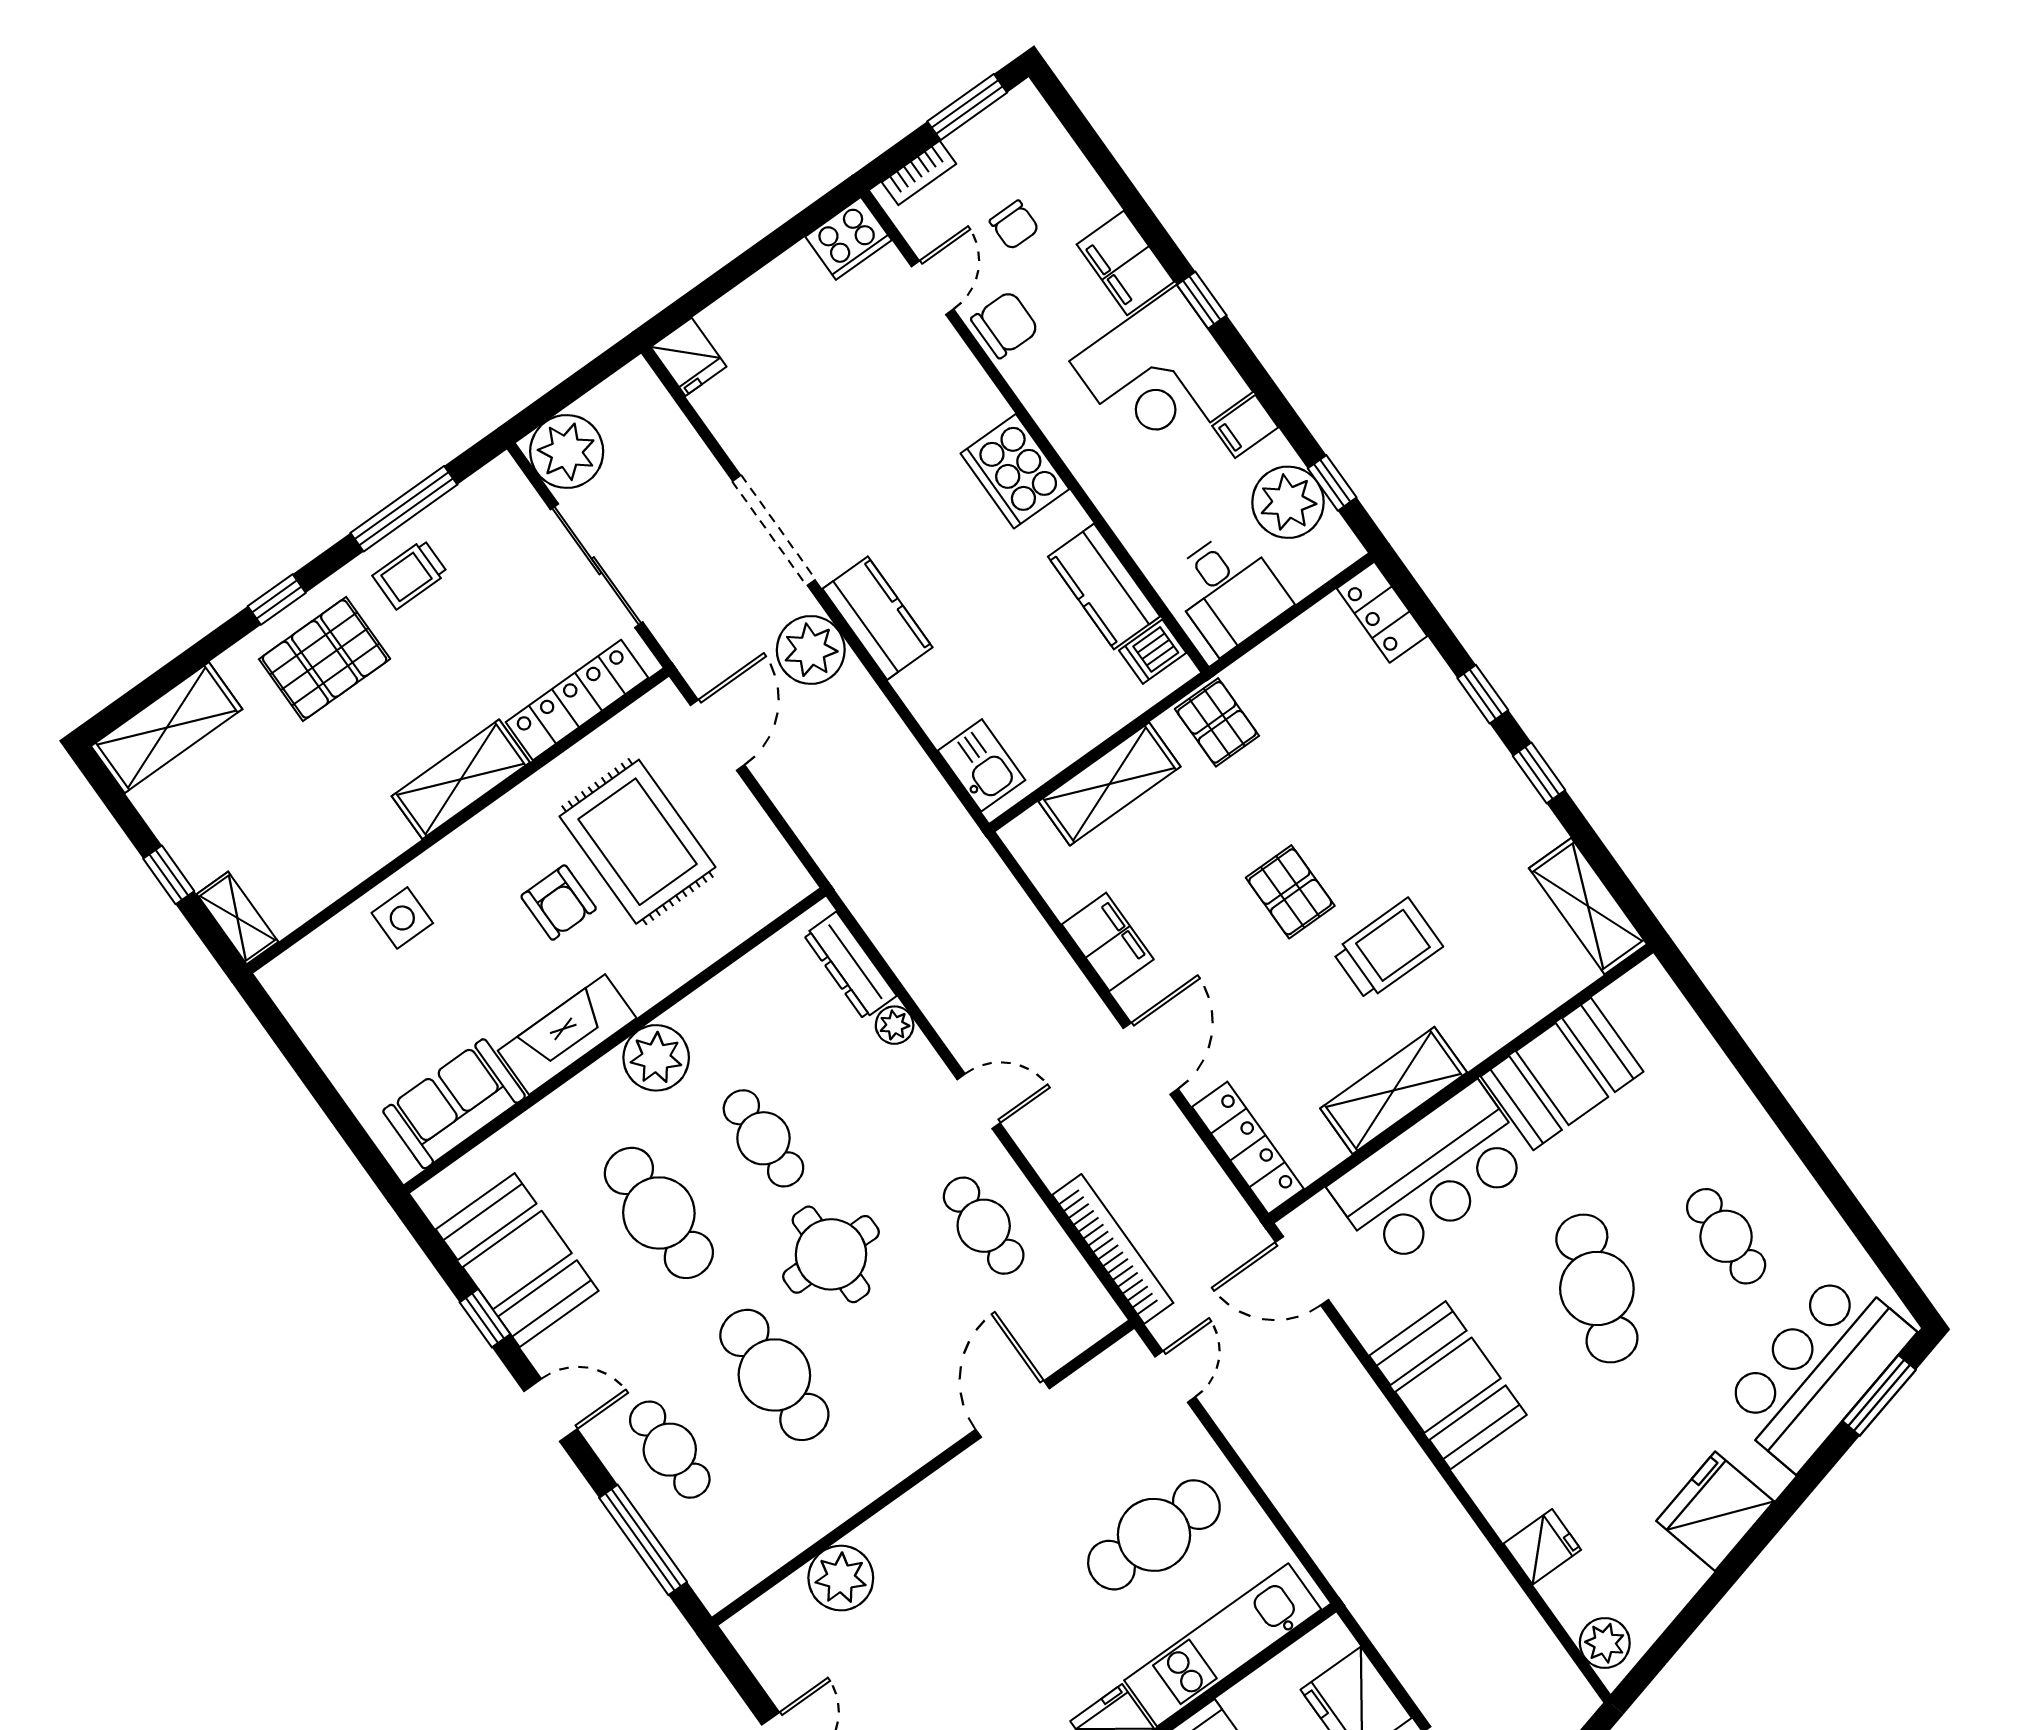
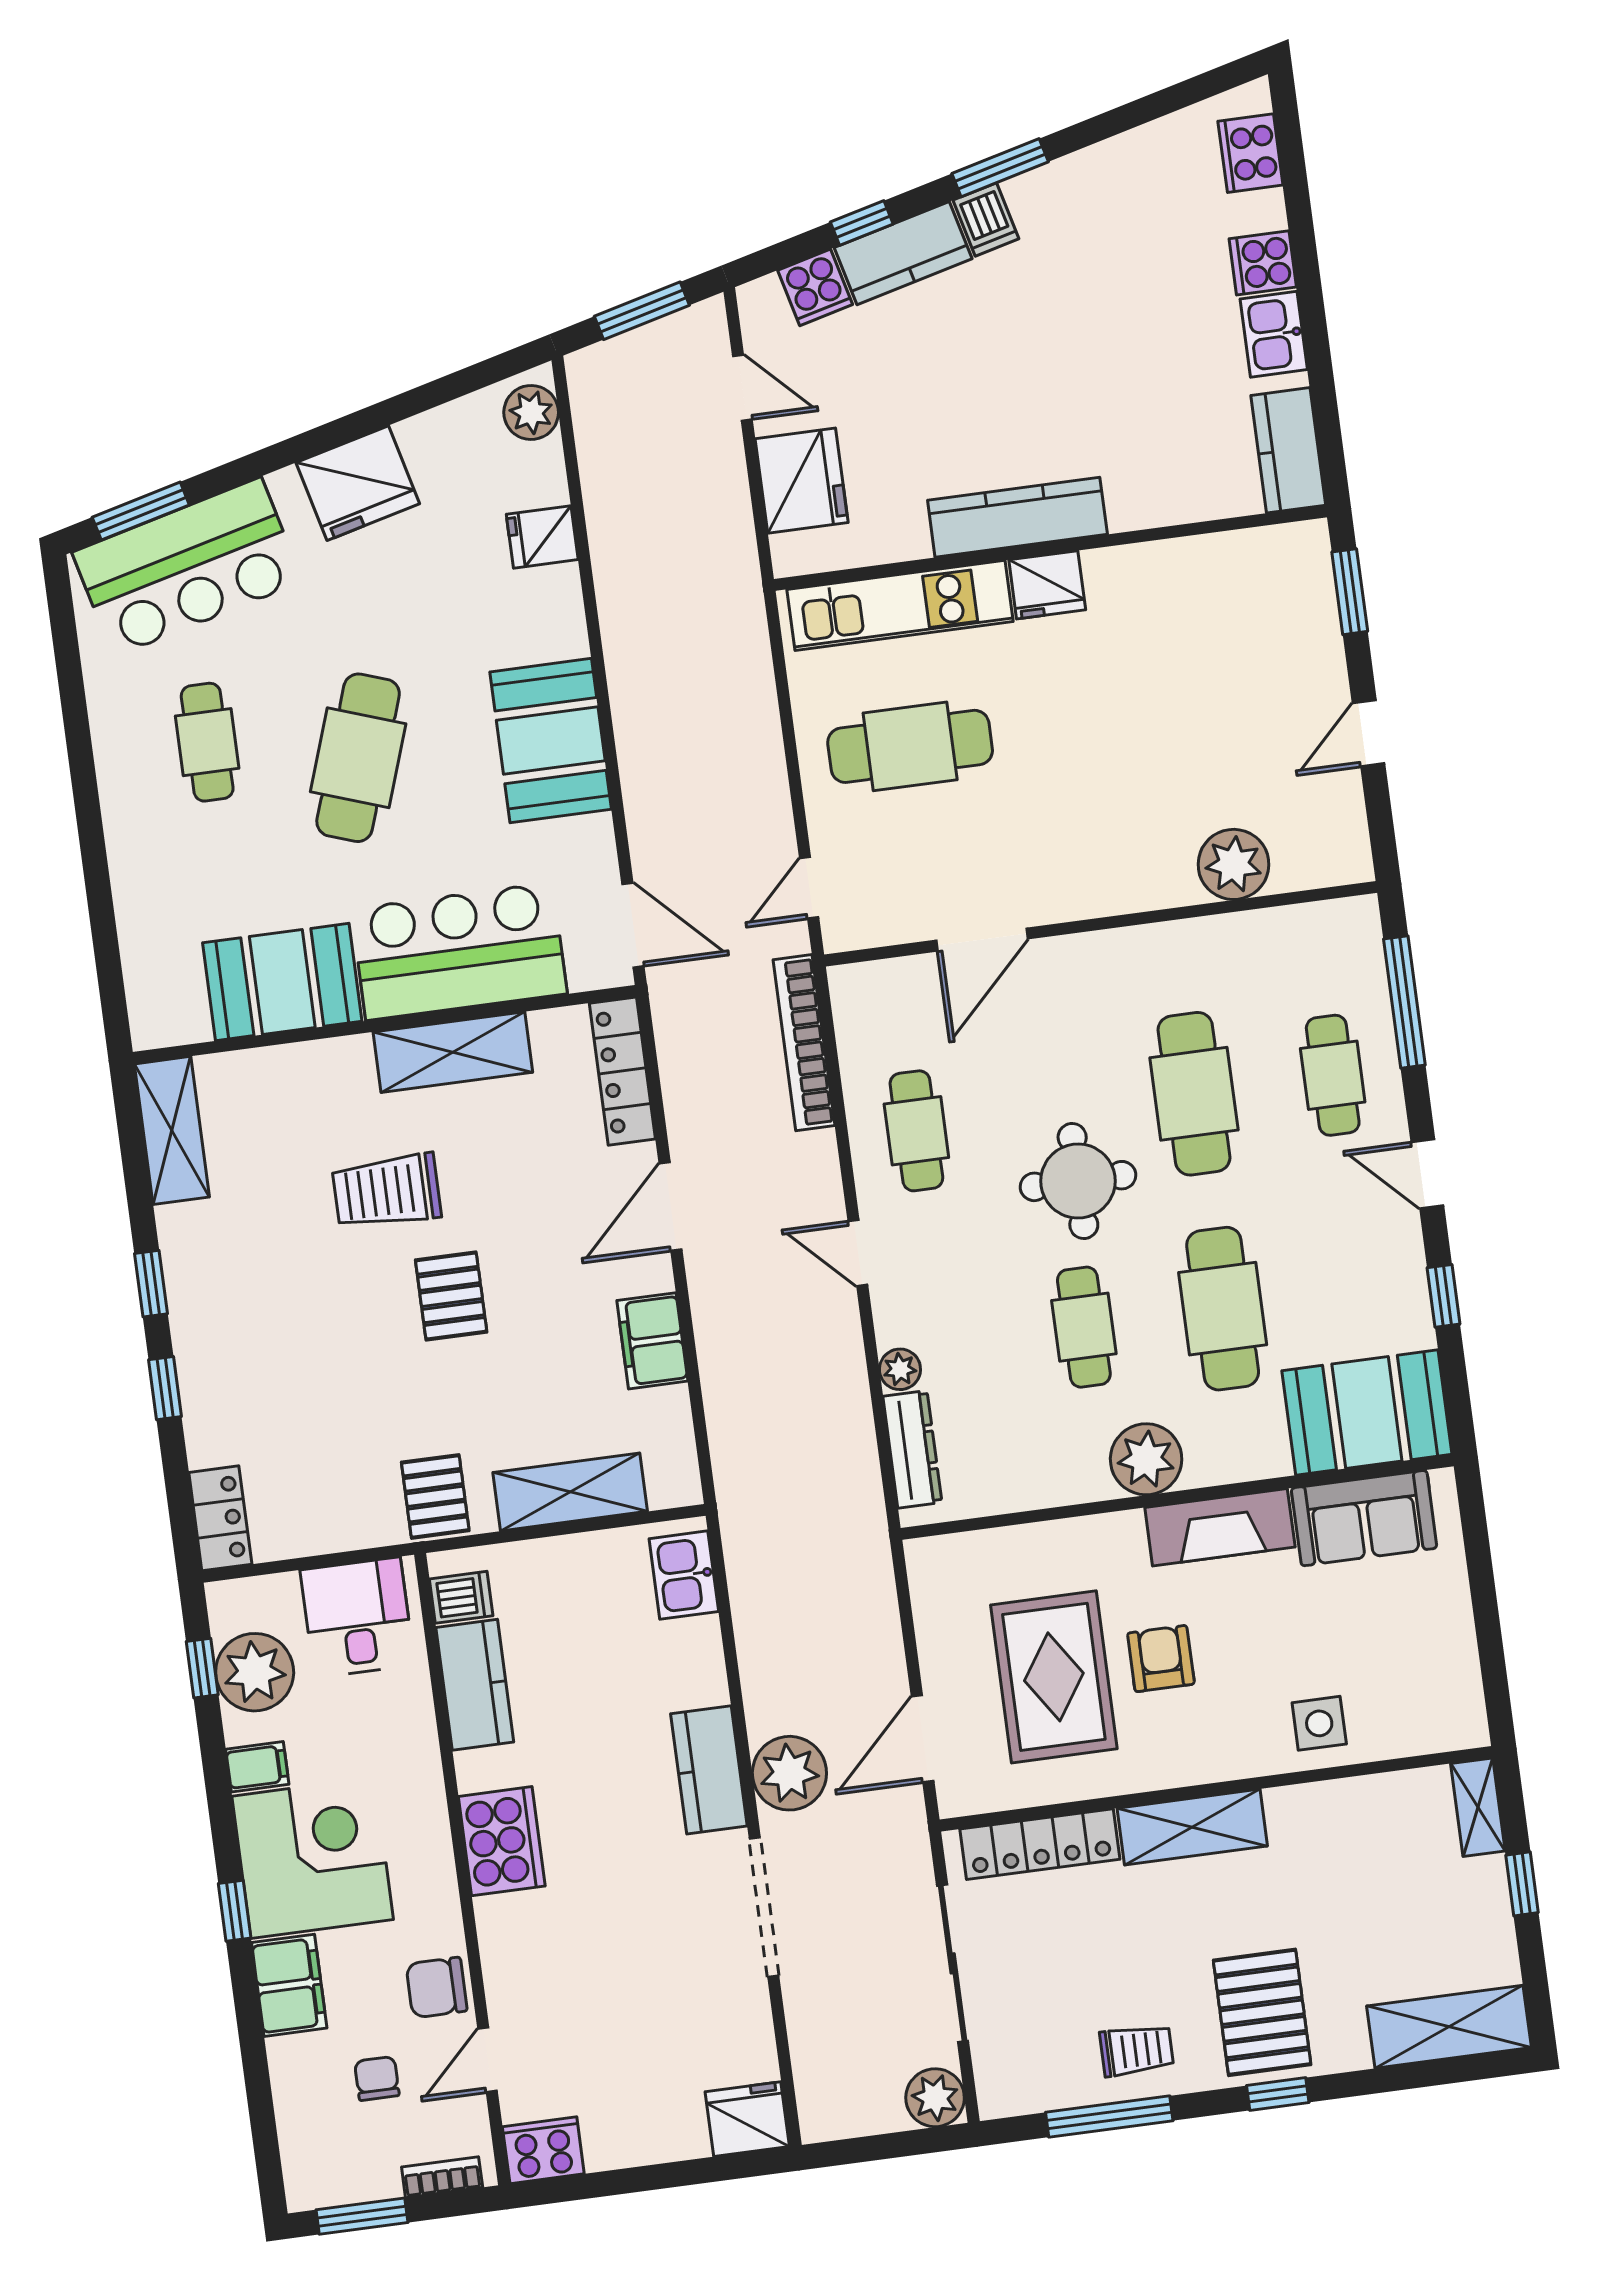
fridge: (688, 357) -> (747, 2119), width x1.38
plant: (567, 451) -> (935, 2098), width x0.73, depth x0.73
pallet: (325, 659) -> (1262, 2012), turned 90
booth: (517, 1260) -> (1367, 1412), moved, turned 90

